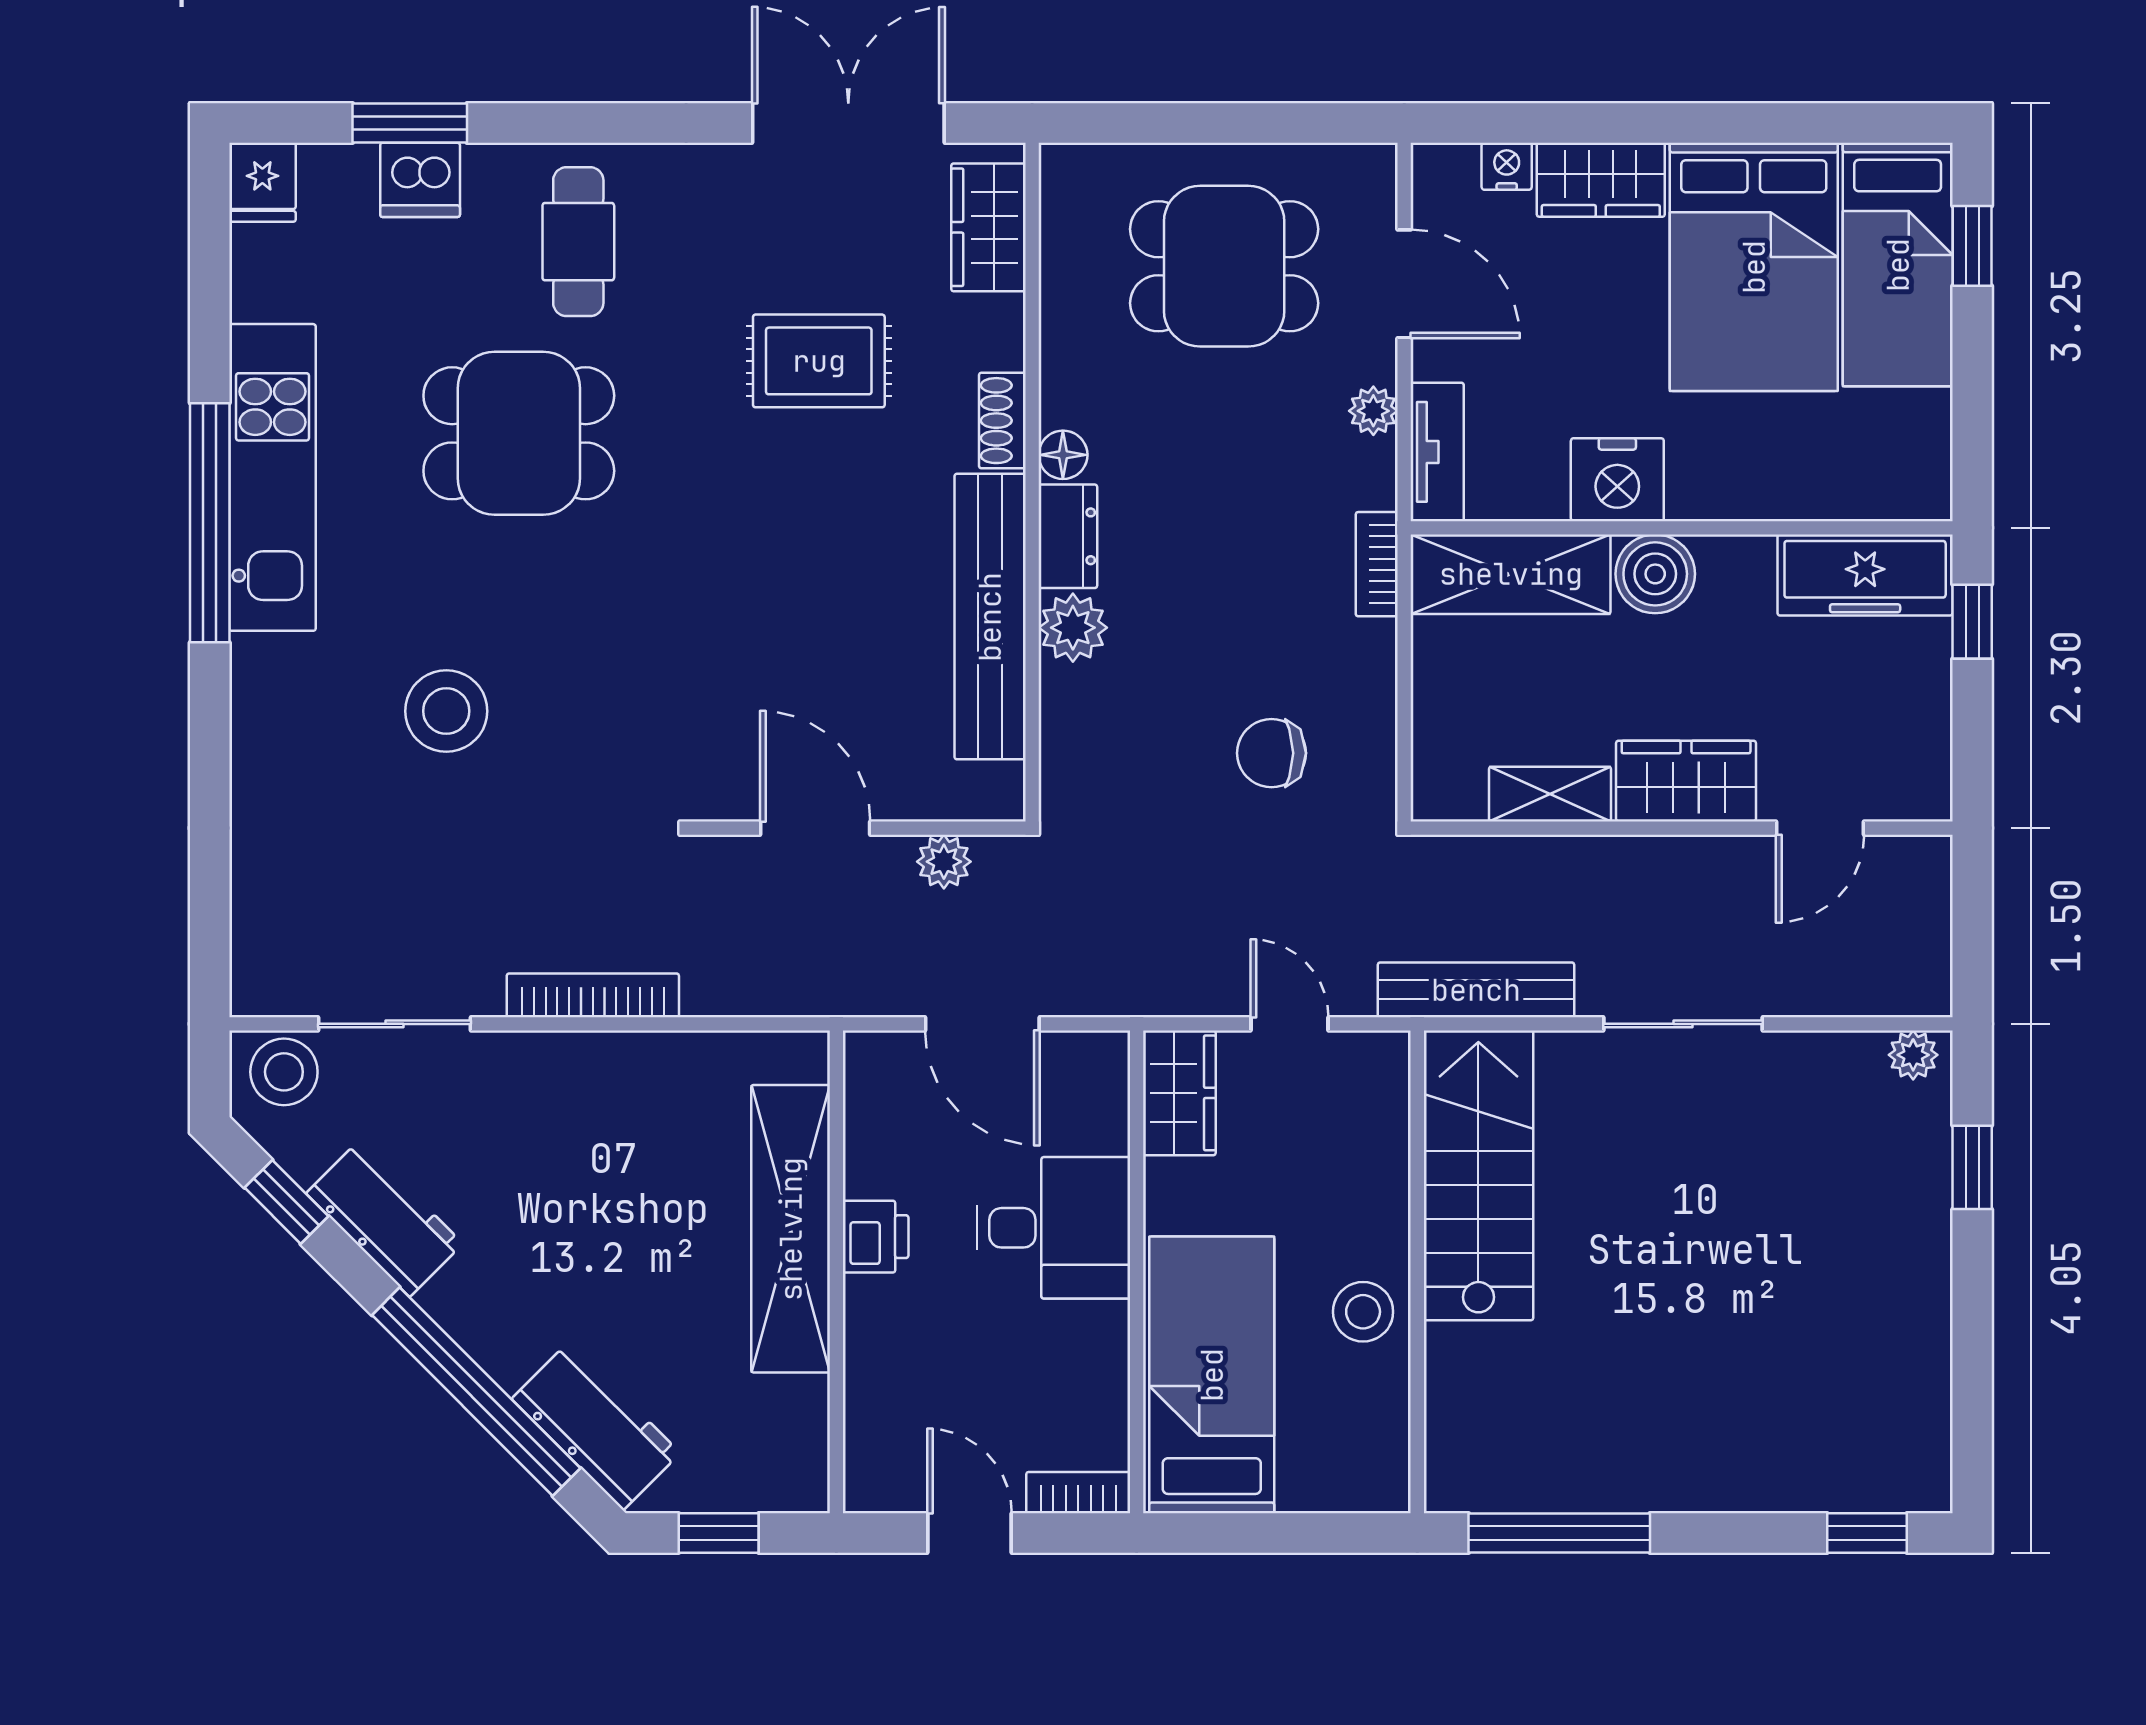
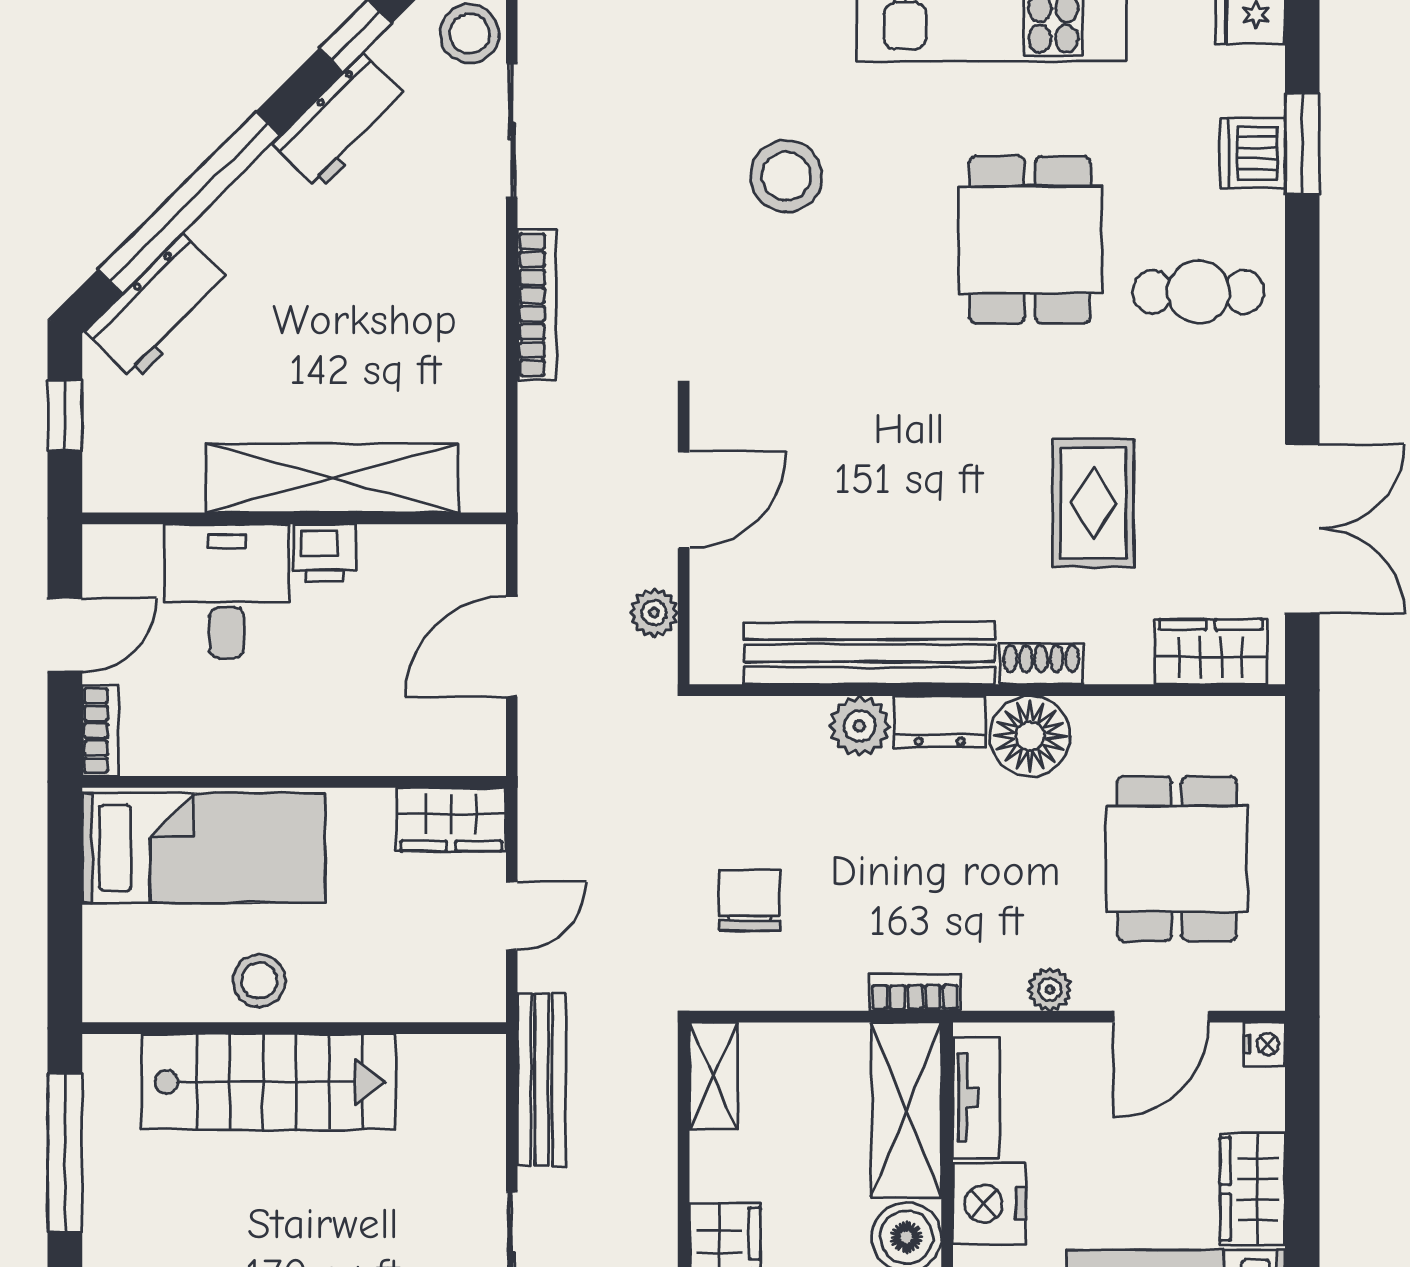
nightstand: (1507, 166) -> (1264, 1044), moved
tv unit: (1437, 452) -> (976, 1098), moved, turned -90
floor lamp: (1063, 455) -> (1030, 736), width x1.89, depth x1.89
shelving: (1550, 794) -> (713, 1076), moved
stairs: (1478, 1175) -> (268, 1082), moved
desk: (1054, 1228) -> (227, 591), moved, turned 180

